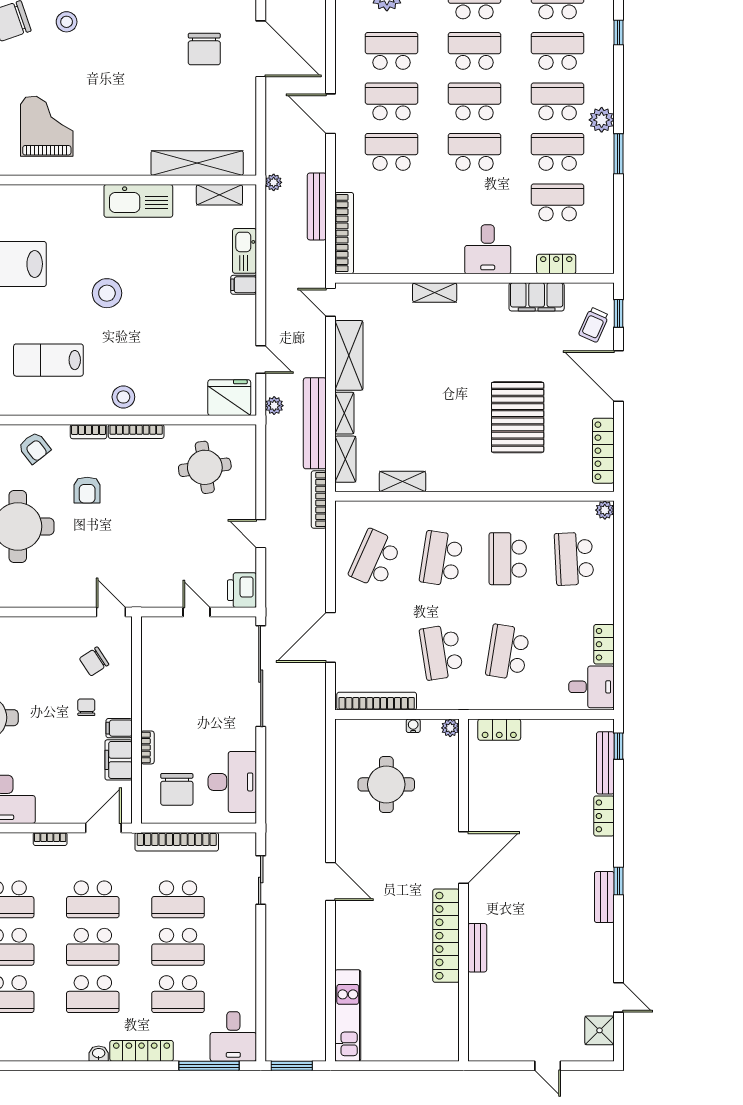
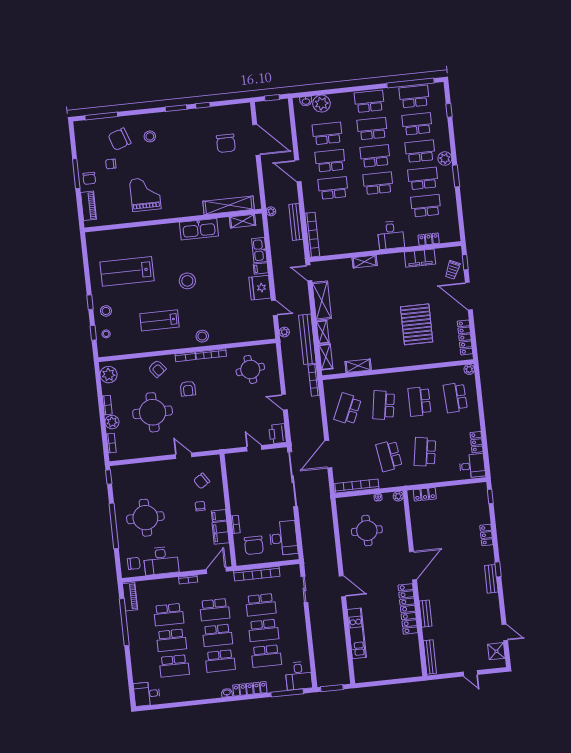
fridge: (229, 398) -> (260, 288), moved, turned -90
door: (111, 612) -> (184, 456), moved
bench: (605, 763) -> (430, 657), moved
kitchen unit: (348, 1015) -> (357, 633), moved

